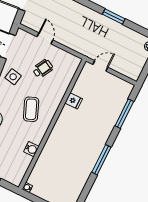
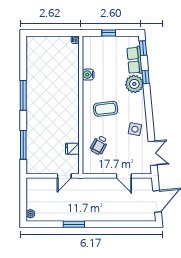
wheelchair: (43, 69) -> (99, 145), moved
fridge: (74, 101) -> (72, 149), moved
coffee table: (31, 109) -> (106, 109), turned -75

